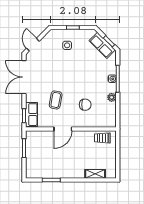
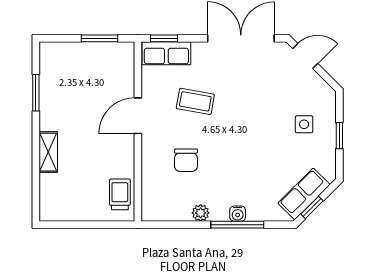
door: (63, 129) -> (138, 116), hinge flipped
shelving: (95, 174) -> (48, 152), moved

